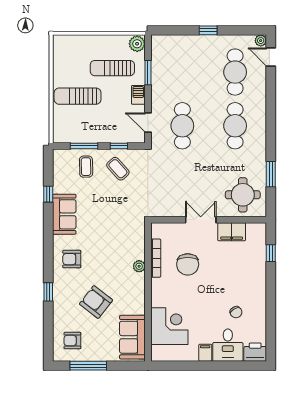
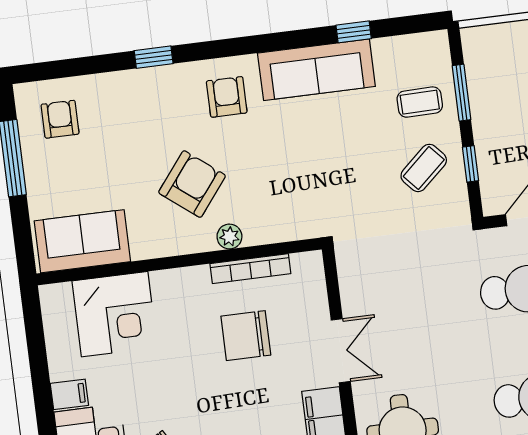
sofa: (64, 214) -> (316, 70), width x1.36
armchair: (96, 302) -> (192, 184), moved

